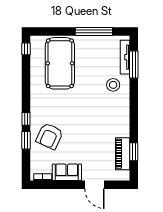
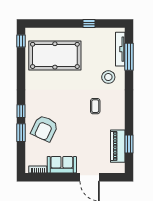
window: (94, 31) -> (89, 23), width x0.32
pool table: (60, 63) -> (55, 55), turned 90
coffee table: (100, 114) -> (95, 106), added

